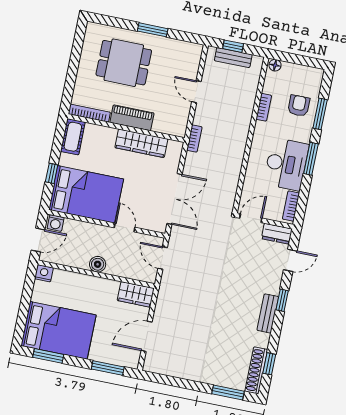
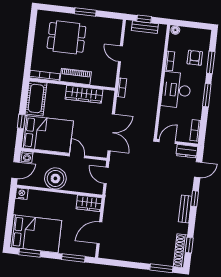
cot: (73, 137) -> (36, 98), width x1.37, depth x1.34
desk: (286, 164) -> (176, 90), moved, turned 180
boiler: (98, 264) -> (55, 178), width x1.86, depth x1.86

